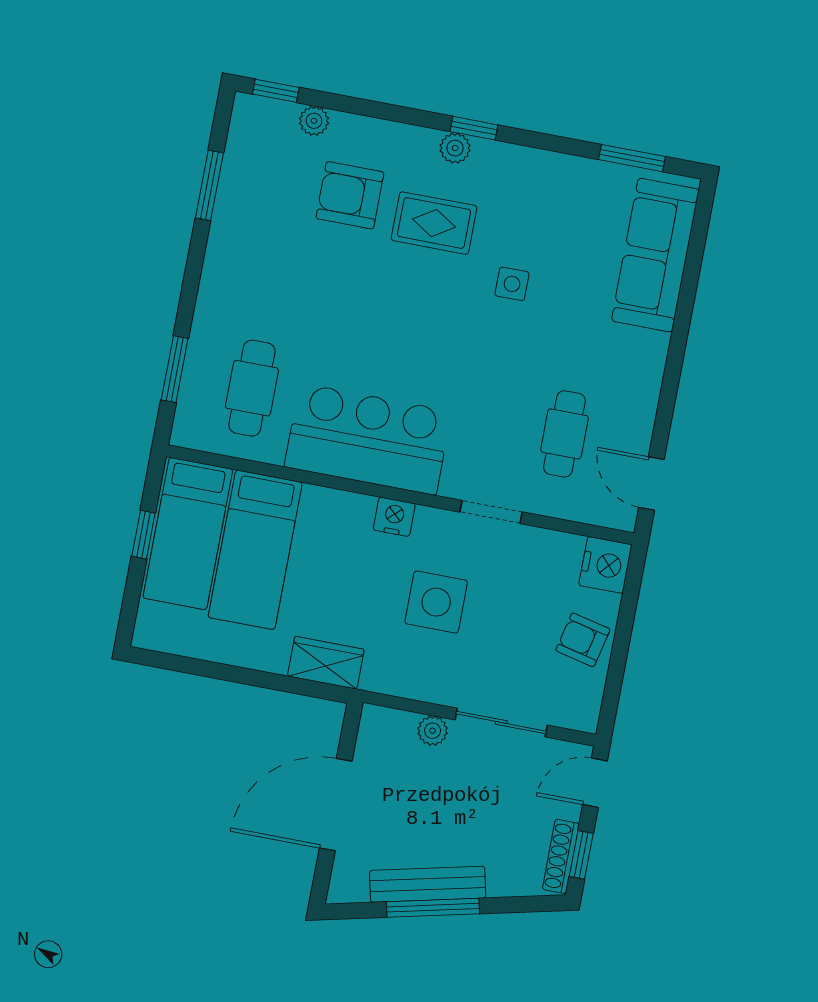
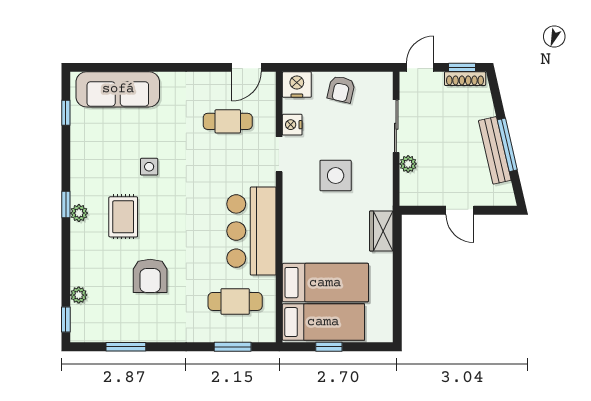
window: (632, 158) -> (66, 113), width x0.67
armchair: (350, 195) -> (150, 276), moved
nightstand: (394, 517) -> (292, 125), moved
door: (595, 783) -> (420, 67), swing flipped
door: (336, 805) -> (460, 210), width x0.53

